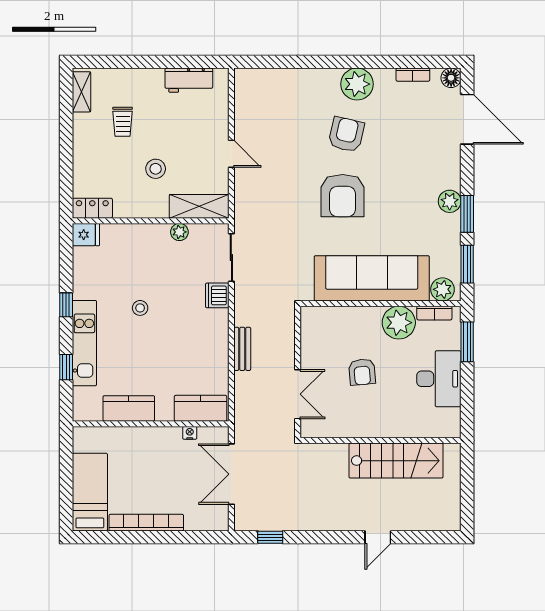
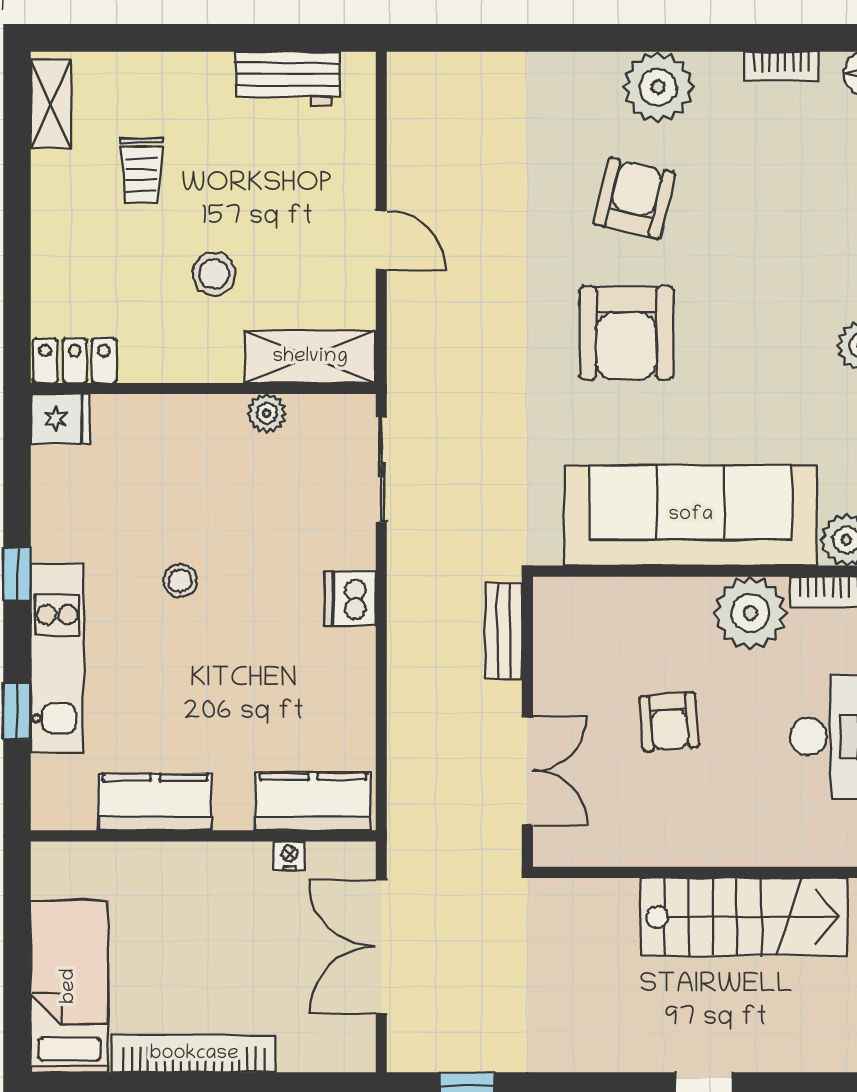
dishwasher: (217, 295) -> (350, 599), moved
bench: (242, 349) -> (504, 631), moved

